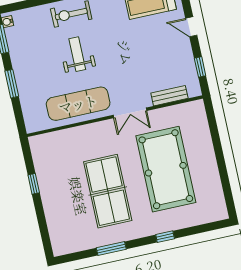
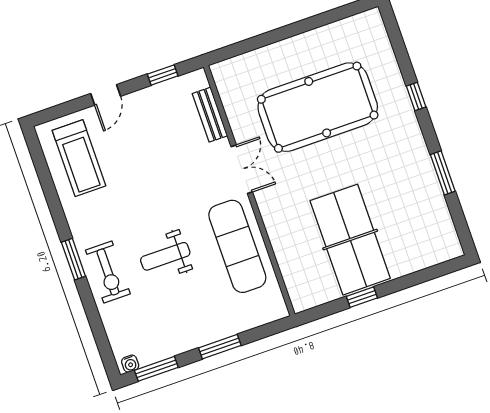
table tennis table: (108, 191) -> (350, 240), moved, turned 90

